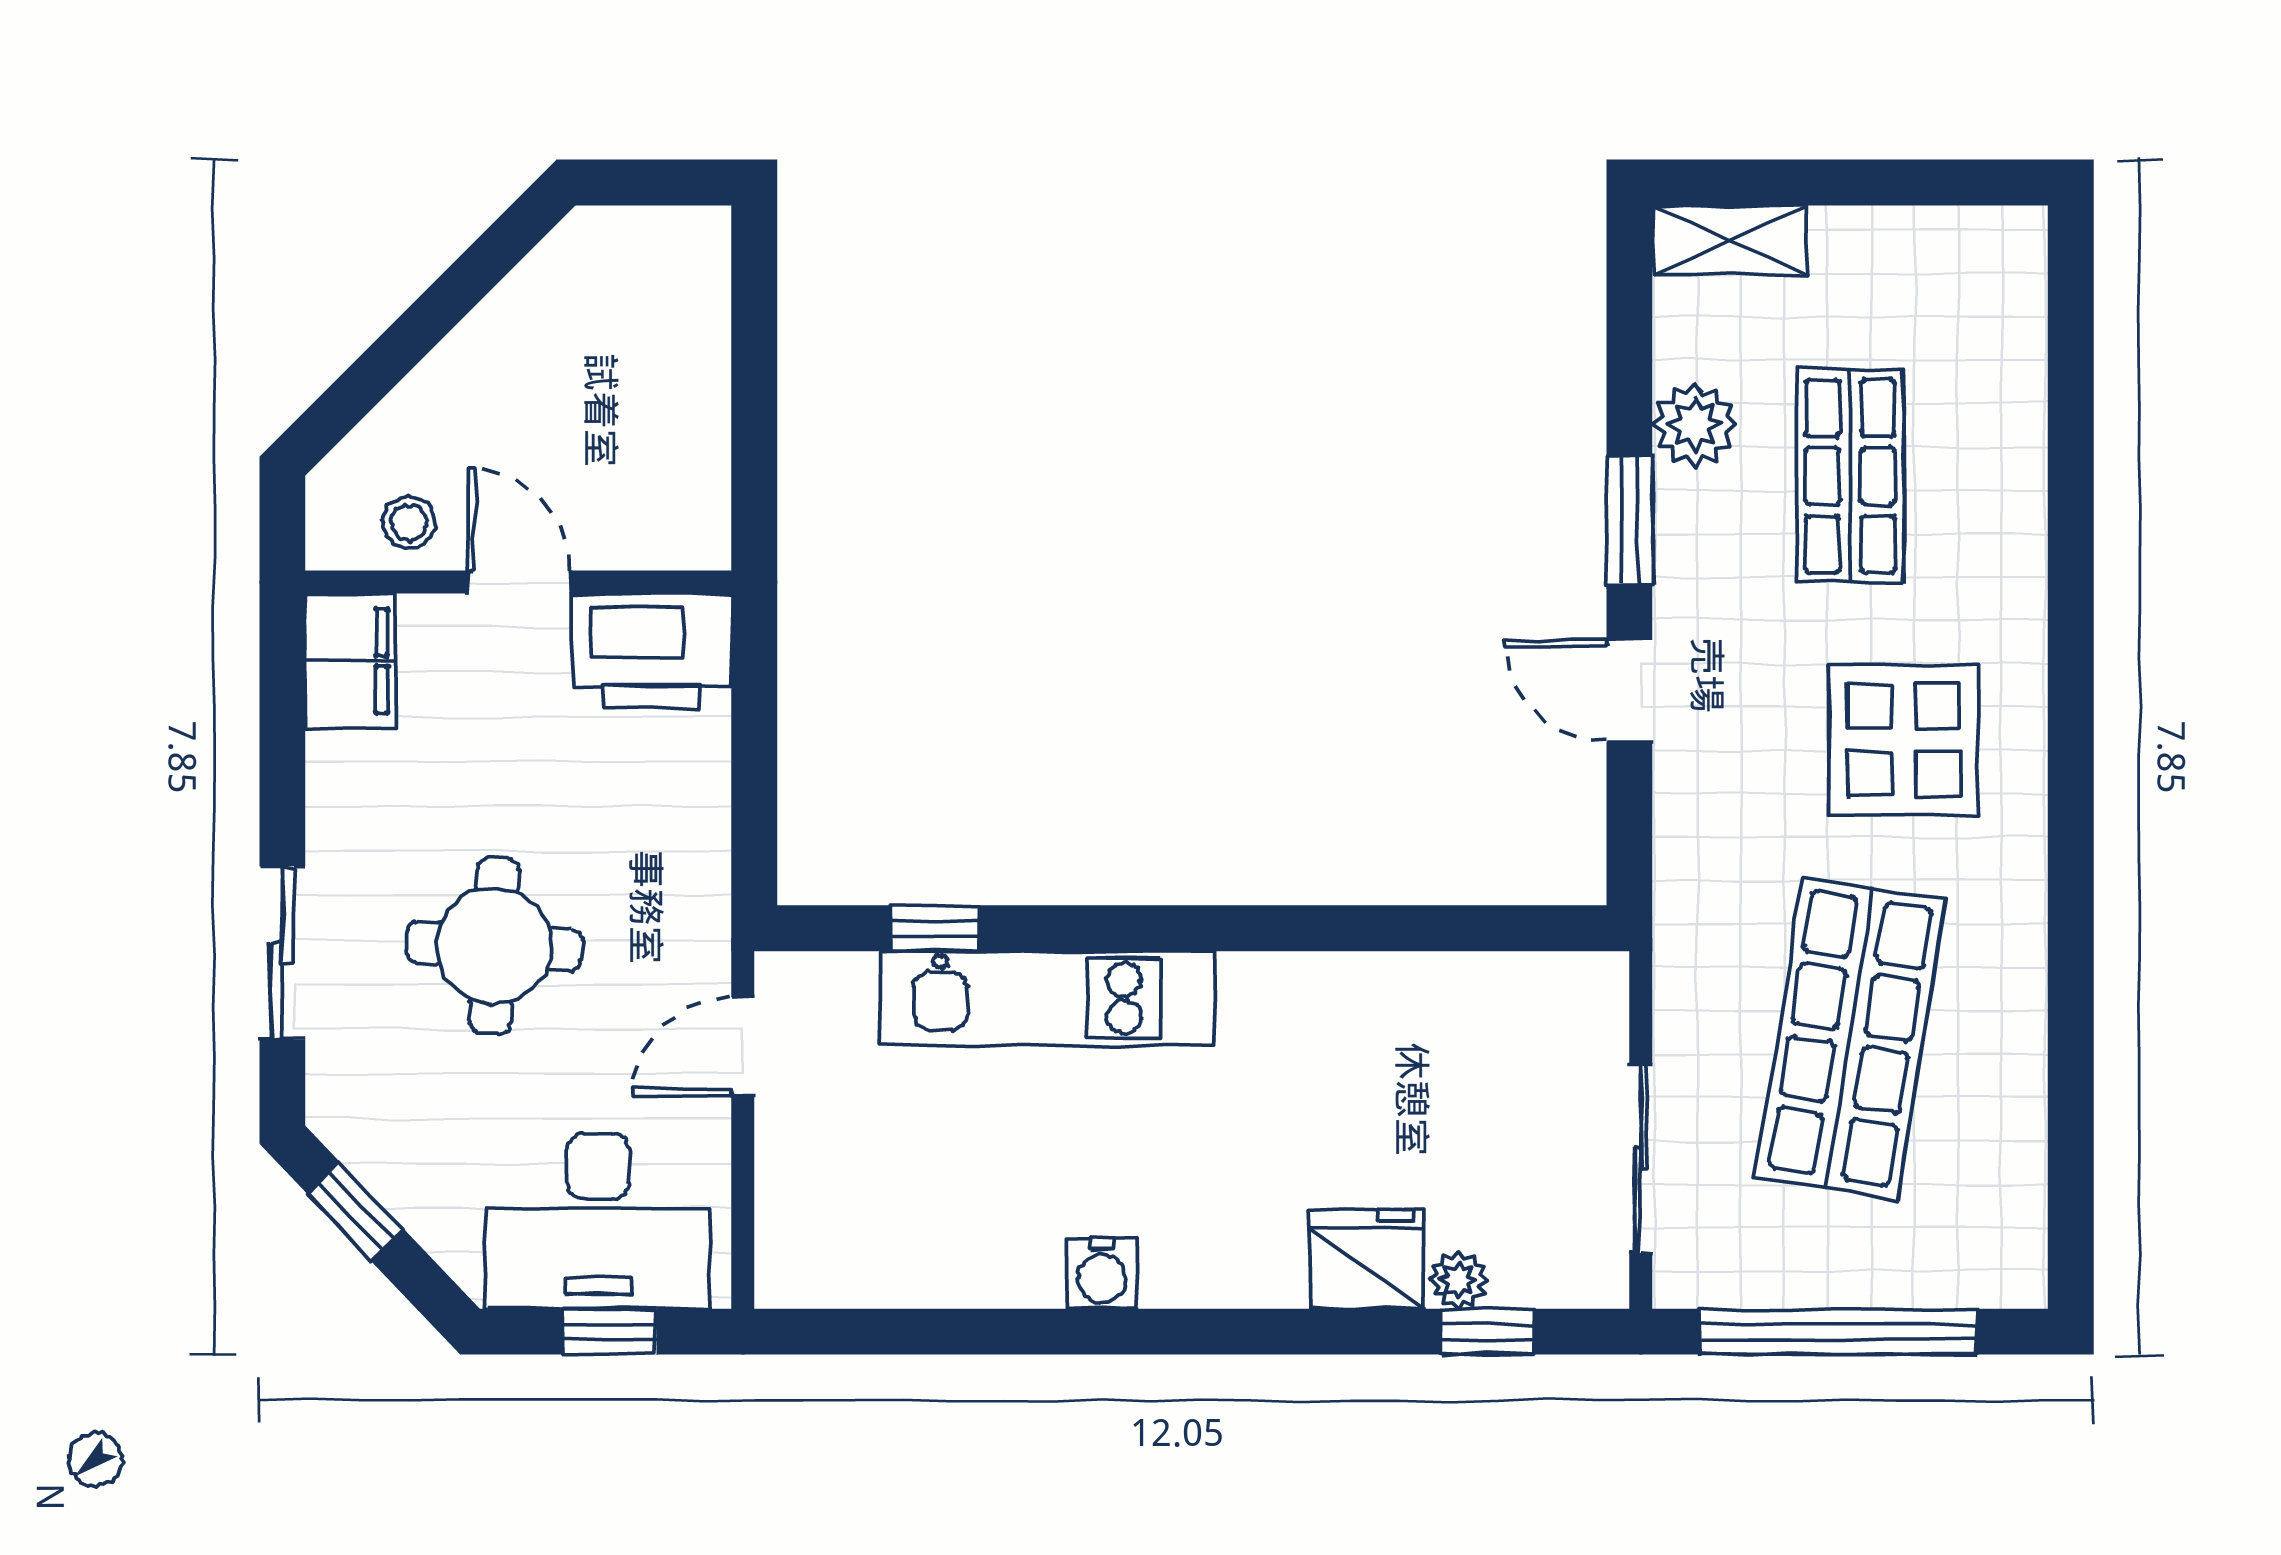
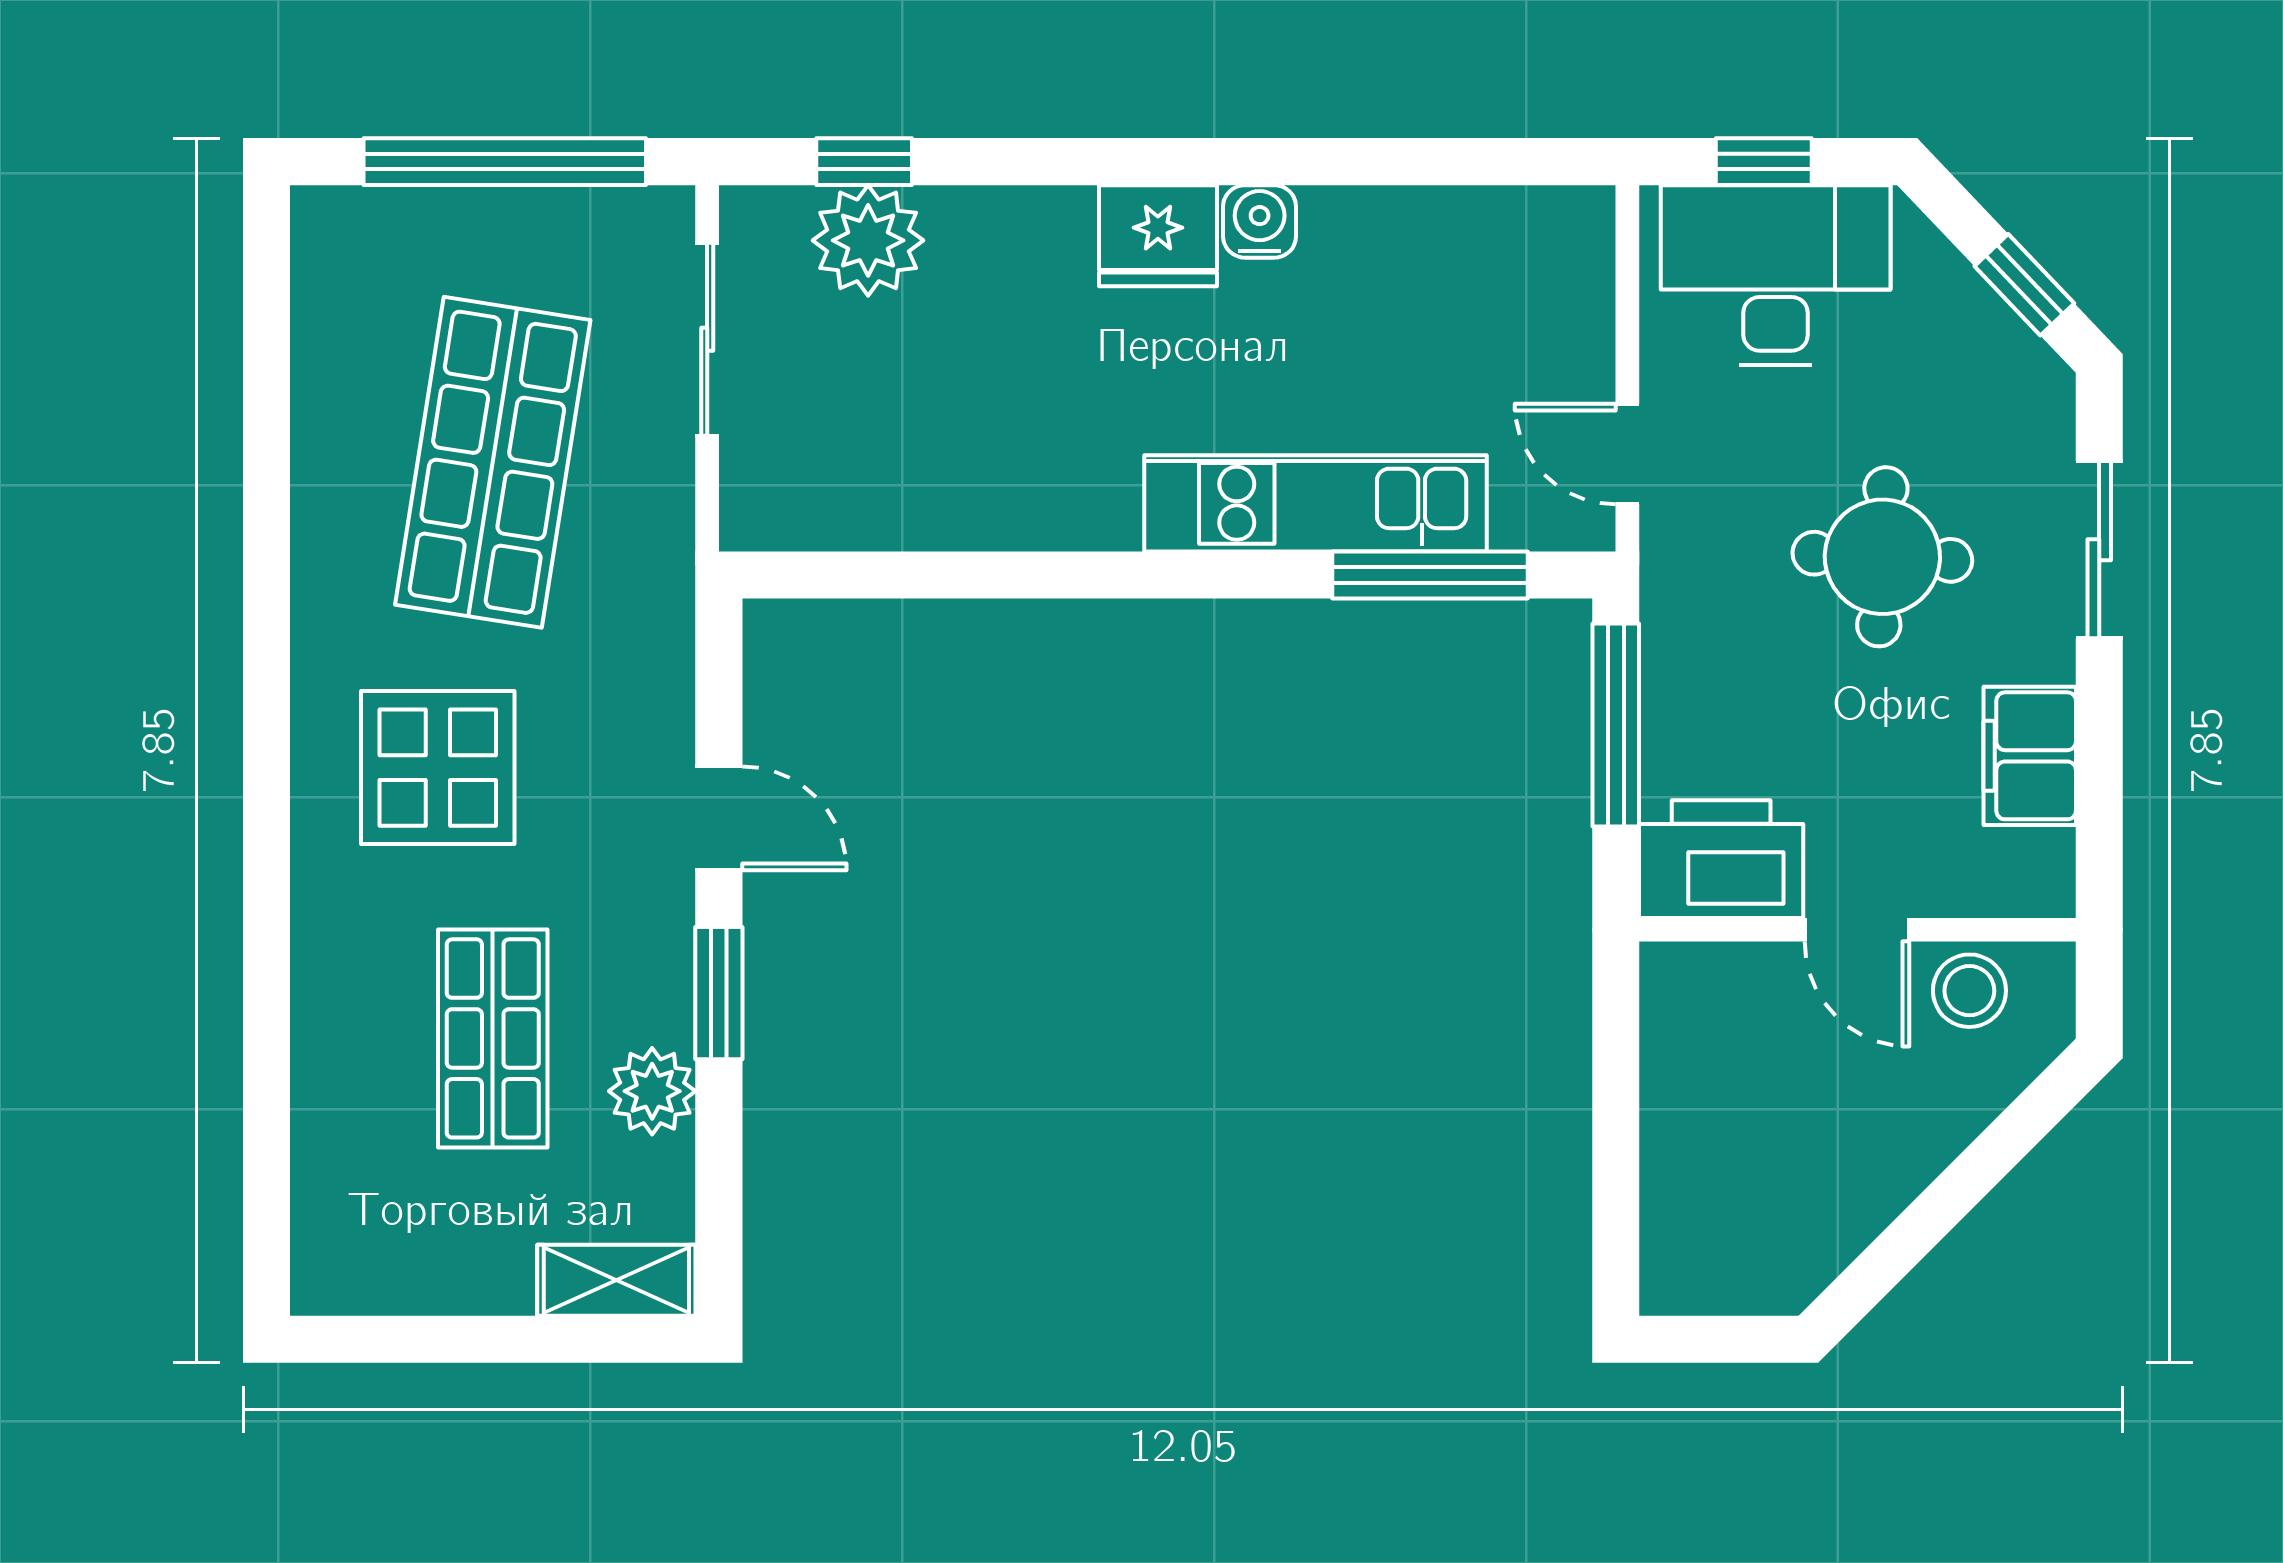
stool: (409, 523) -> (1969, 991), width x1.37, depth x1.37
filing cabinet: (350, 661) -> (2030, 756), moved
window: (754, 782) -> (1616, 725), added
window: (935, 928) -> (1430, 575), width x2.17
door: (743, 1046) -> (1627, 454), swing flipped
fridge: (1366, 1259) -> (1158, 236), moved
plant: (1459, 1280) -> (868, 240), width x1.87, depth x1.87

